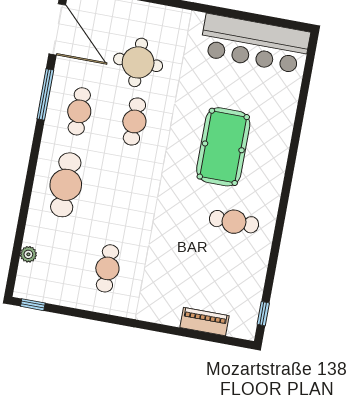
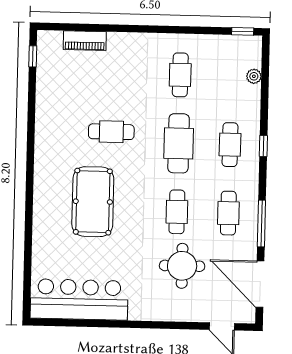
window: (30, 178) -> (263, 146), added
cafe table: (66, 185) -> (230, 145), width x0.73, depth x0.74
cafe table: (121, 195) -> (179, 143), added
cafe table: (234, 222) -> (111, 132), moved

